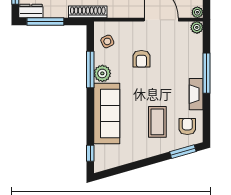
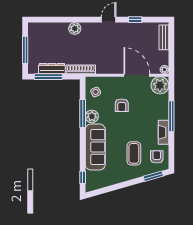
dresser: (31, 11) -> (52, 69), moved, width x1.44
plant: (197, 27) -> (160, 85), width x1.87, depth x1.87

